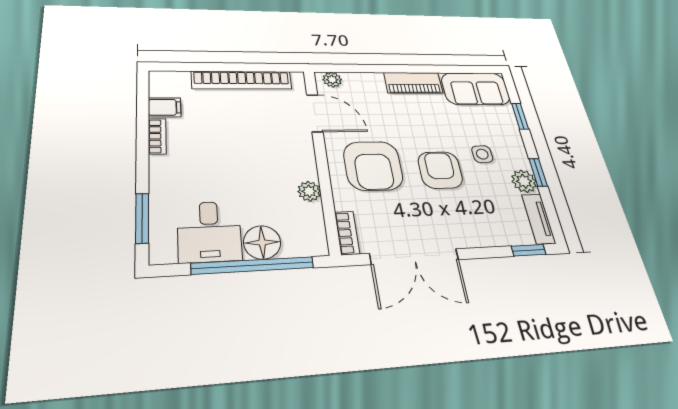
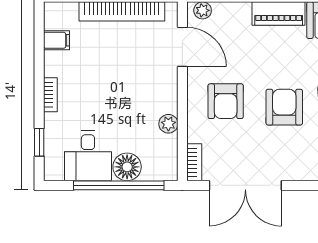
bookcase: (157, 136) -> (50, 95), moved
armchair: (373, 166) -> (226, 101), width x0.73, depth x0.73
window: (142, 218) -> (39, 142), width x0.67

